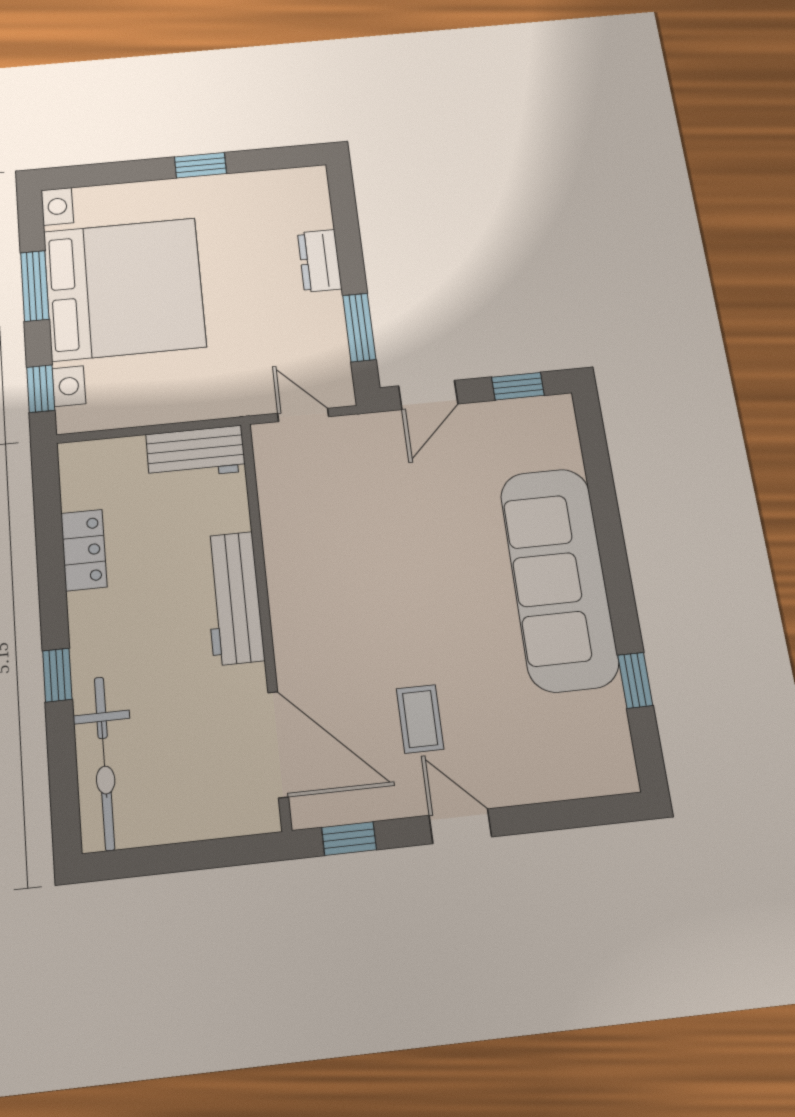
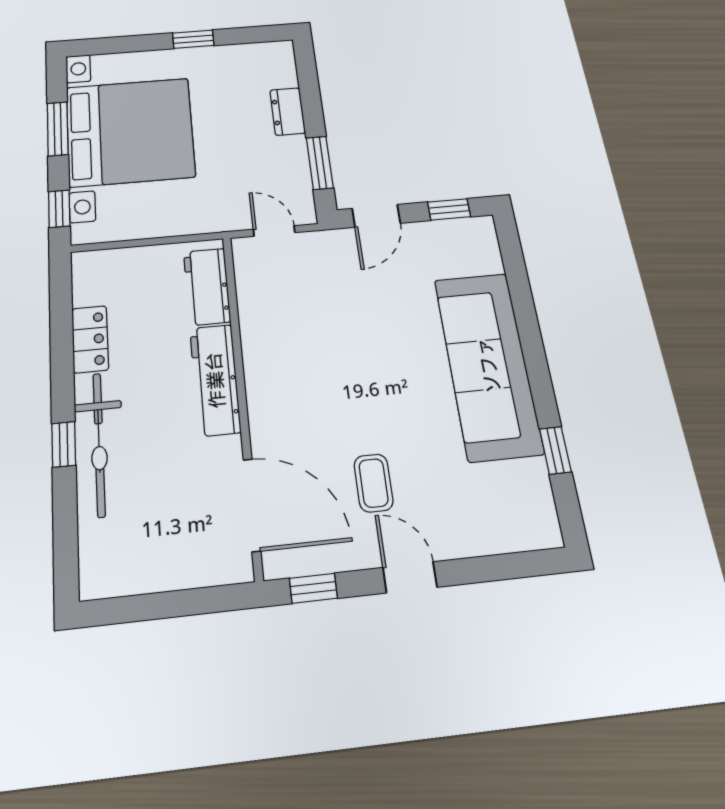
workbench: (196, 453) -> (207, 287), moved, turned 90
bicycle: (104, 763) -> (99, 444), moved

